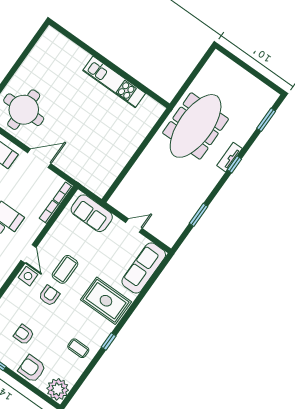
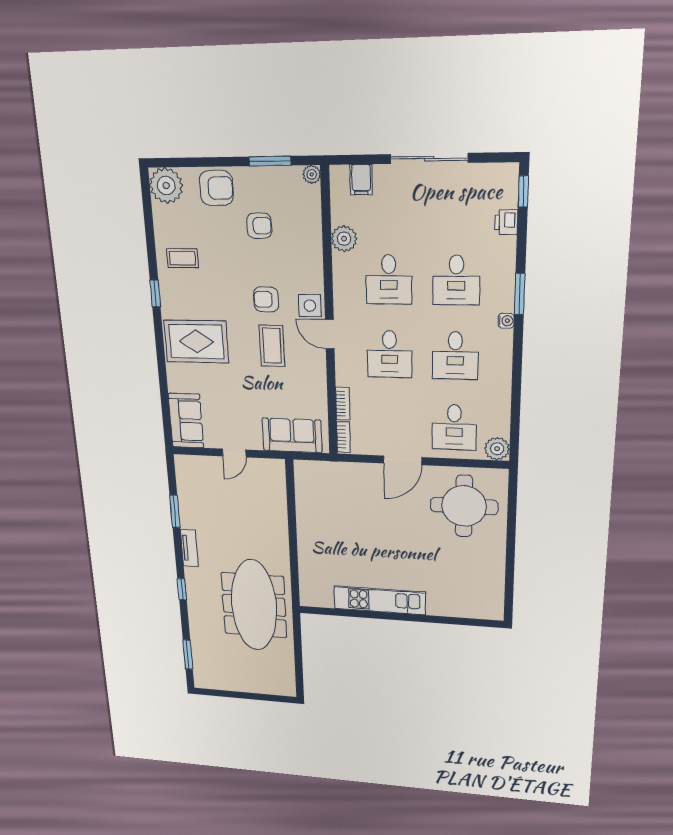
tv unit: (229, 157) -> (189, 548), moved
sofa: (144, 268) -> (186, 421), width x0.73
armchair: (49, 296) -> (266, 299), turned 90

